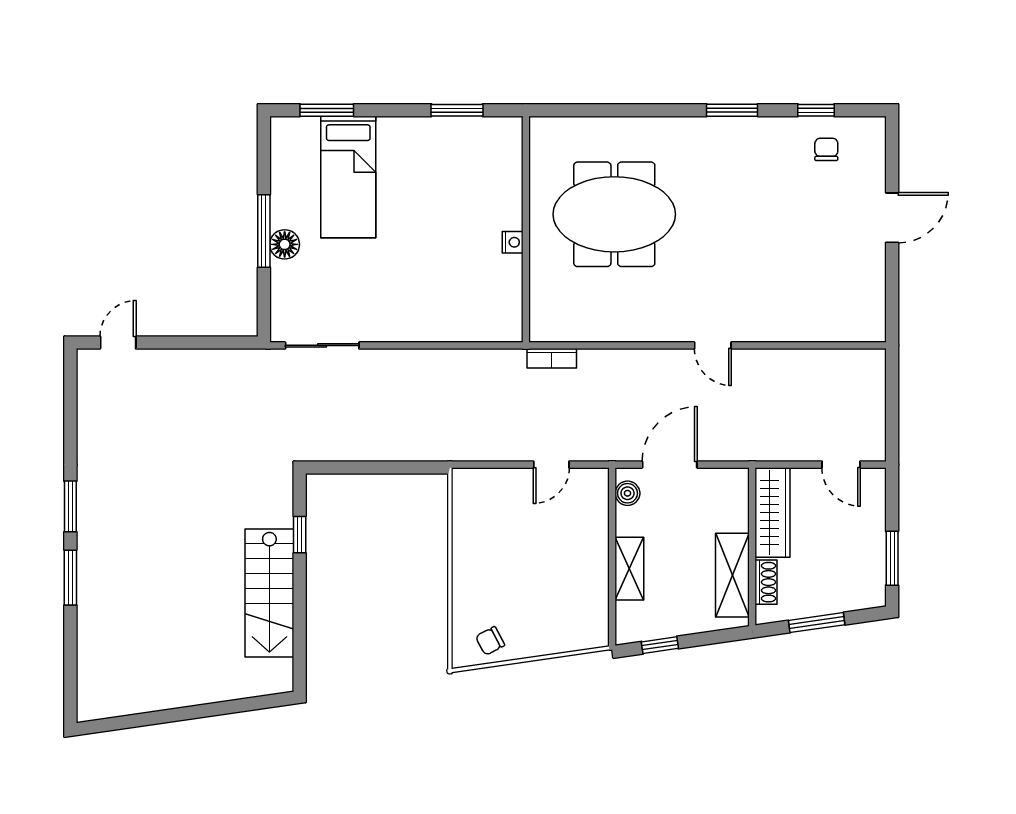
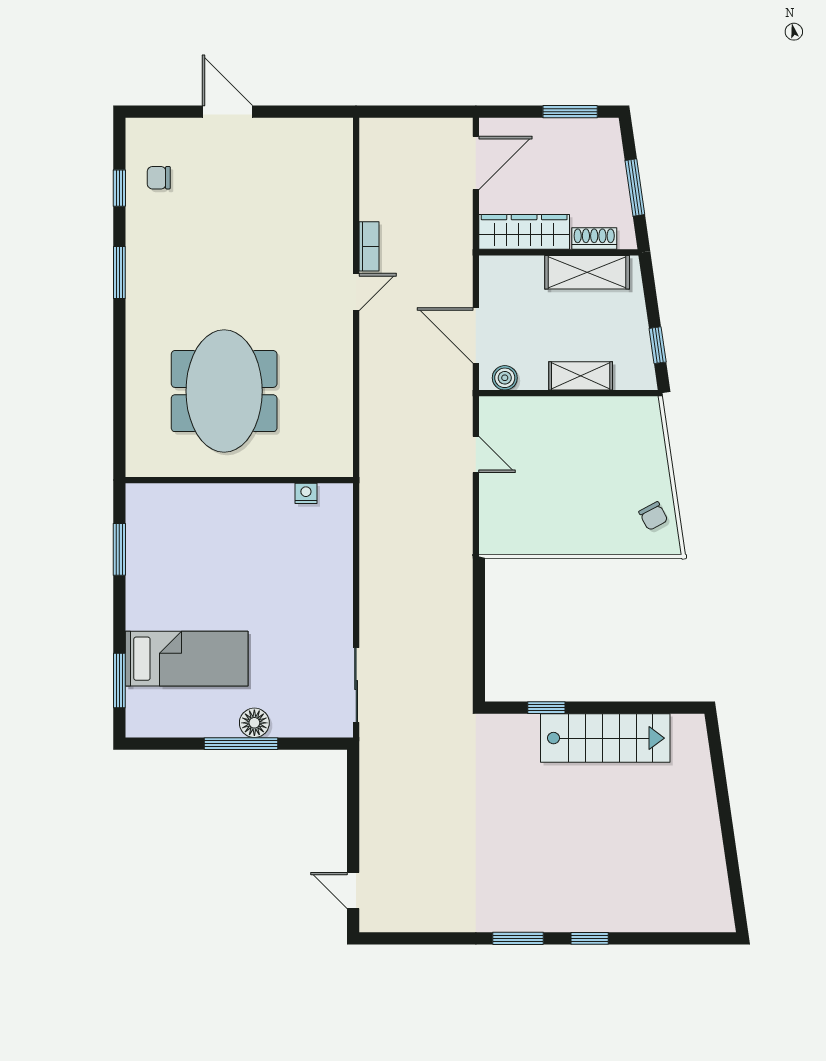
nightstand: (513, 242) -> (306, 493), moved
bookcase: (552, 358) -> (369, 246), moved
door: (841, 465) -> (476, 163), width x1.38
window: (70, 578) -> (590, 938), width x0.67

